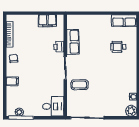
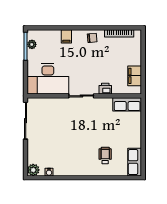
row of seats: (73, 42) -> (127, 104), moved
coffee table: (80, 85) -> (63, 112), removed
desk: (53, 106) -> (48, 79), width x1.87, depth x1.30

